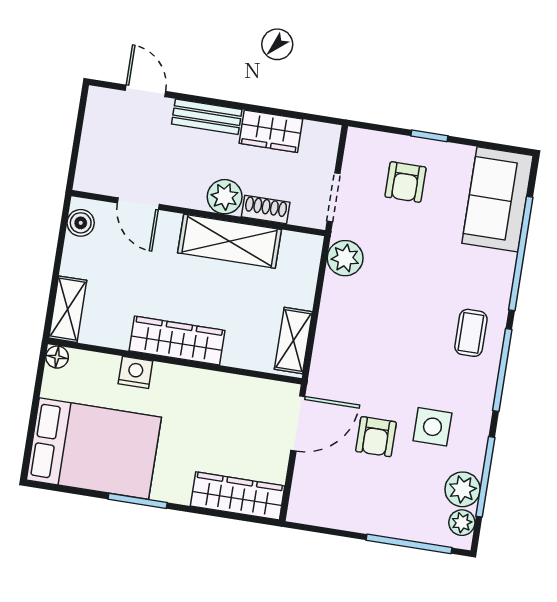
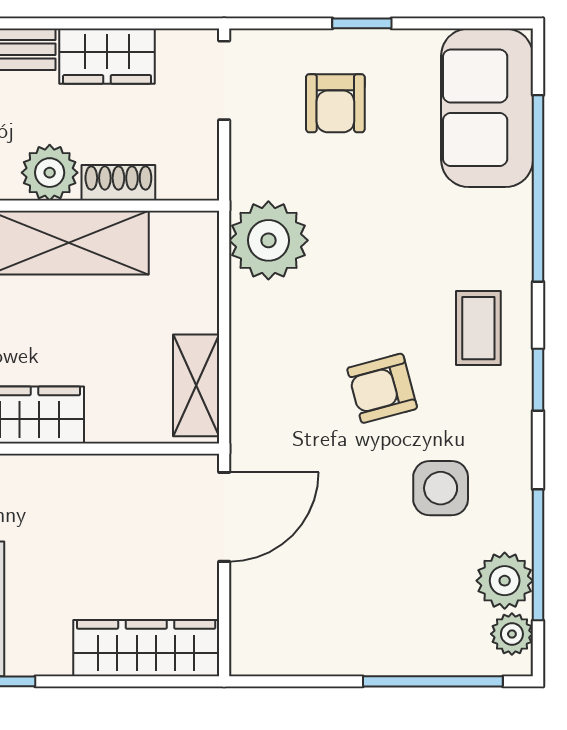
doorway: (334, 197) -> (224, 80), moved
plant: (345, 258) -> (268, 240), width x1.36, depth x1.36
window: (502, 370) -> (538, 380), width x0.46
armchair: (376, 437) -> (382, 388), moved, turned 75

